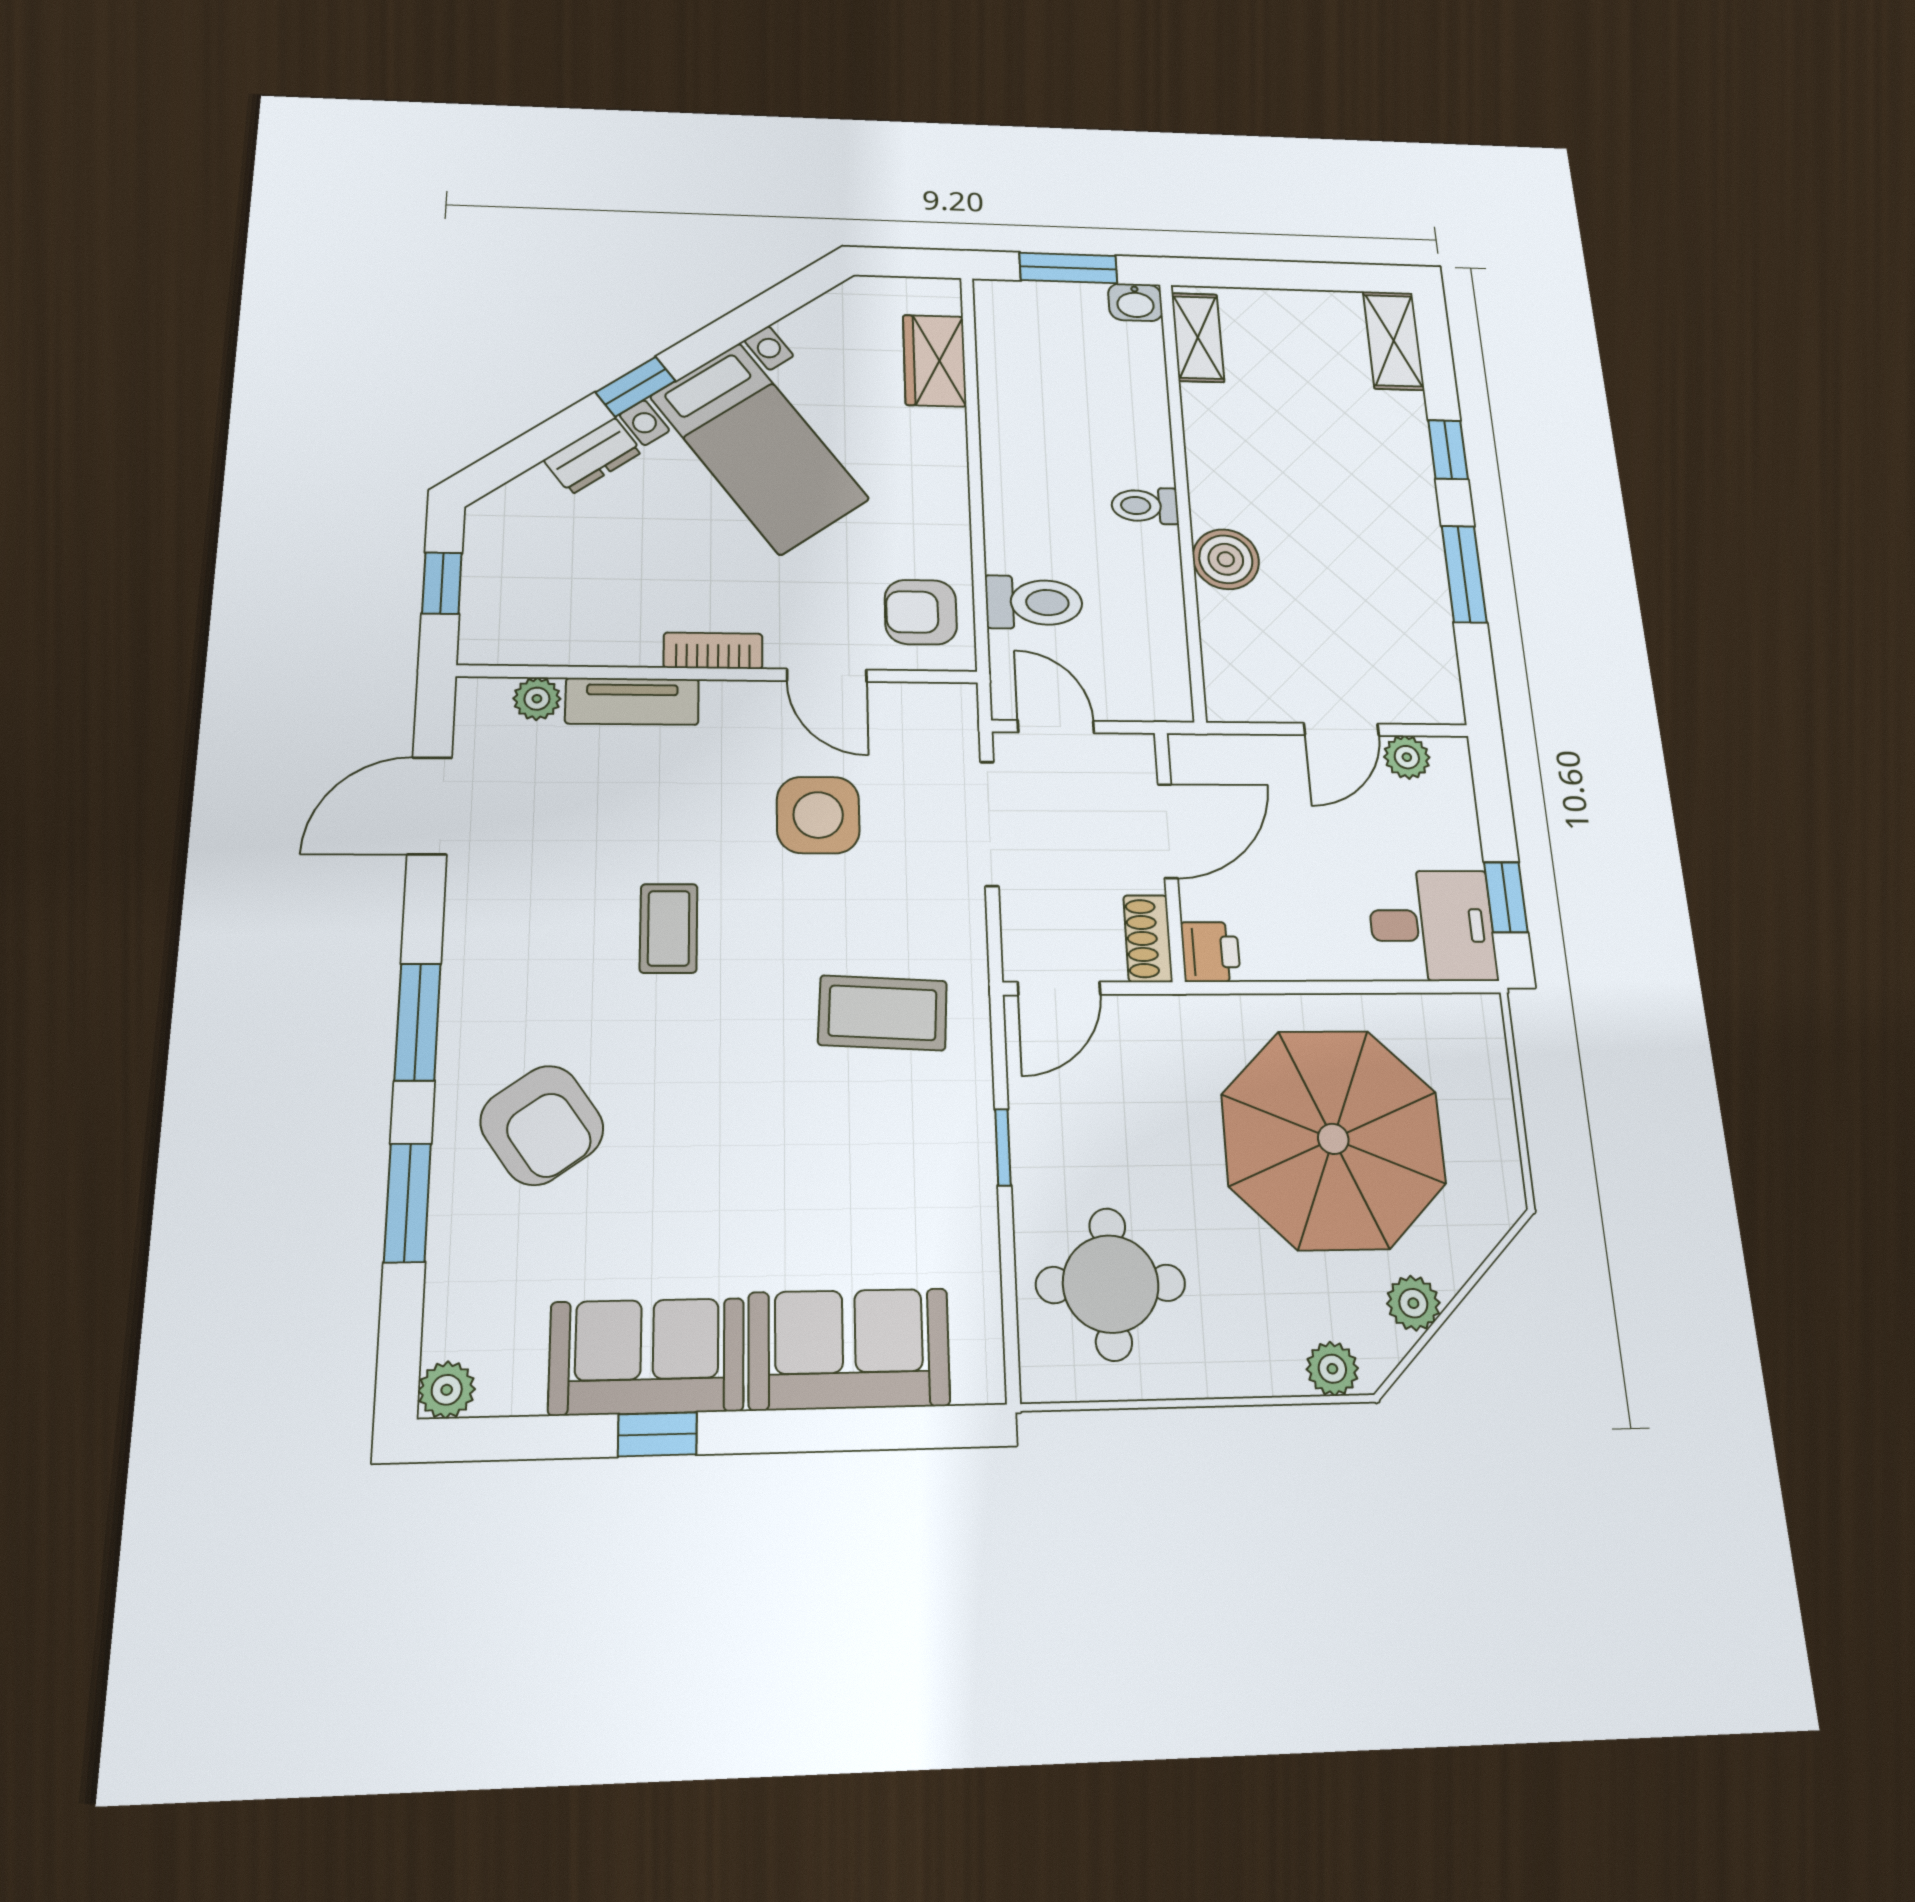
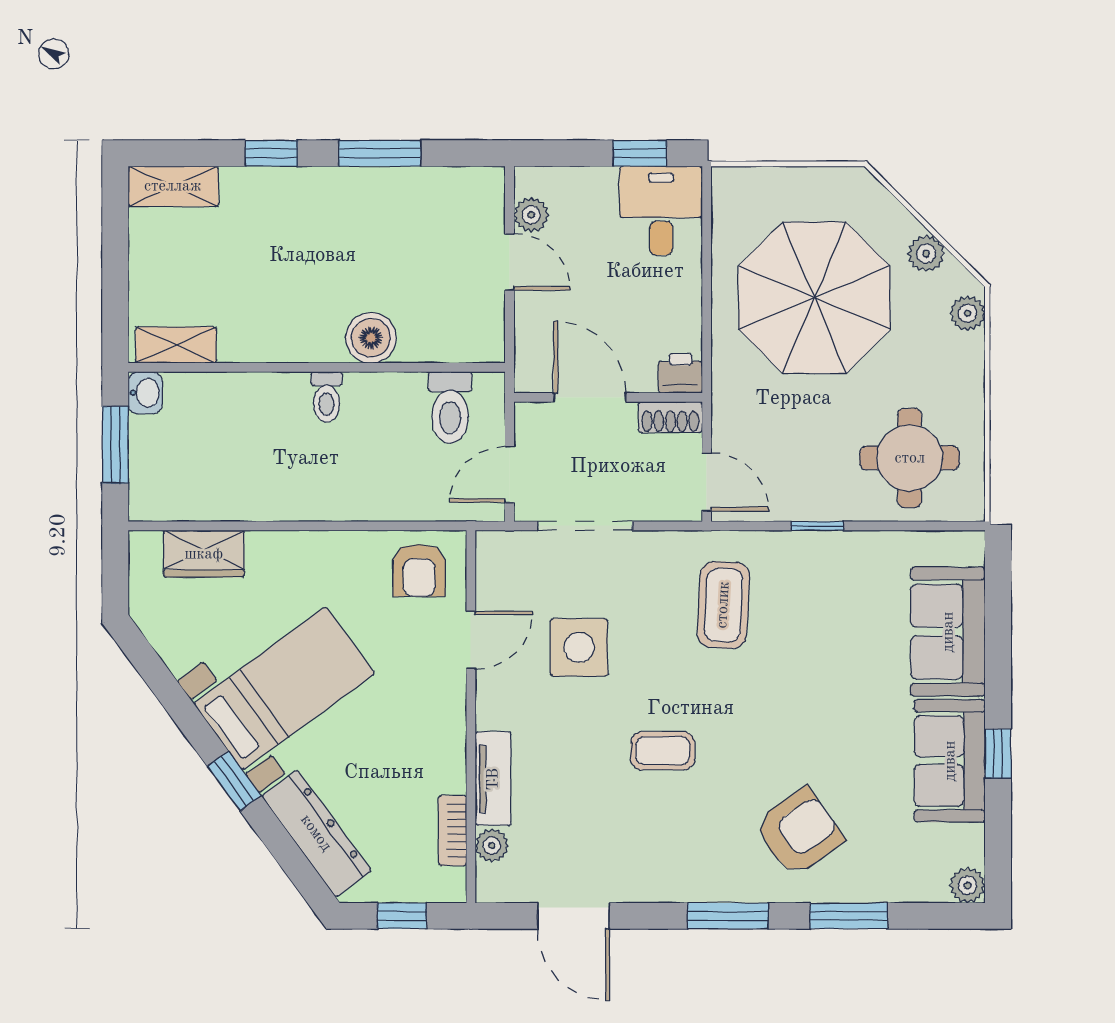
dresser: (593, 456) -> (316, 833), width x1.96, depth x1.24
toilet: (1034, 602) -> (450, 408), moved, turned 180
bookcase: (713, 651) -> (453, 831), moved

